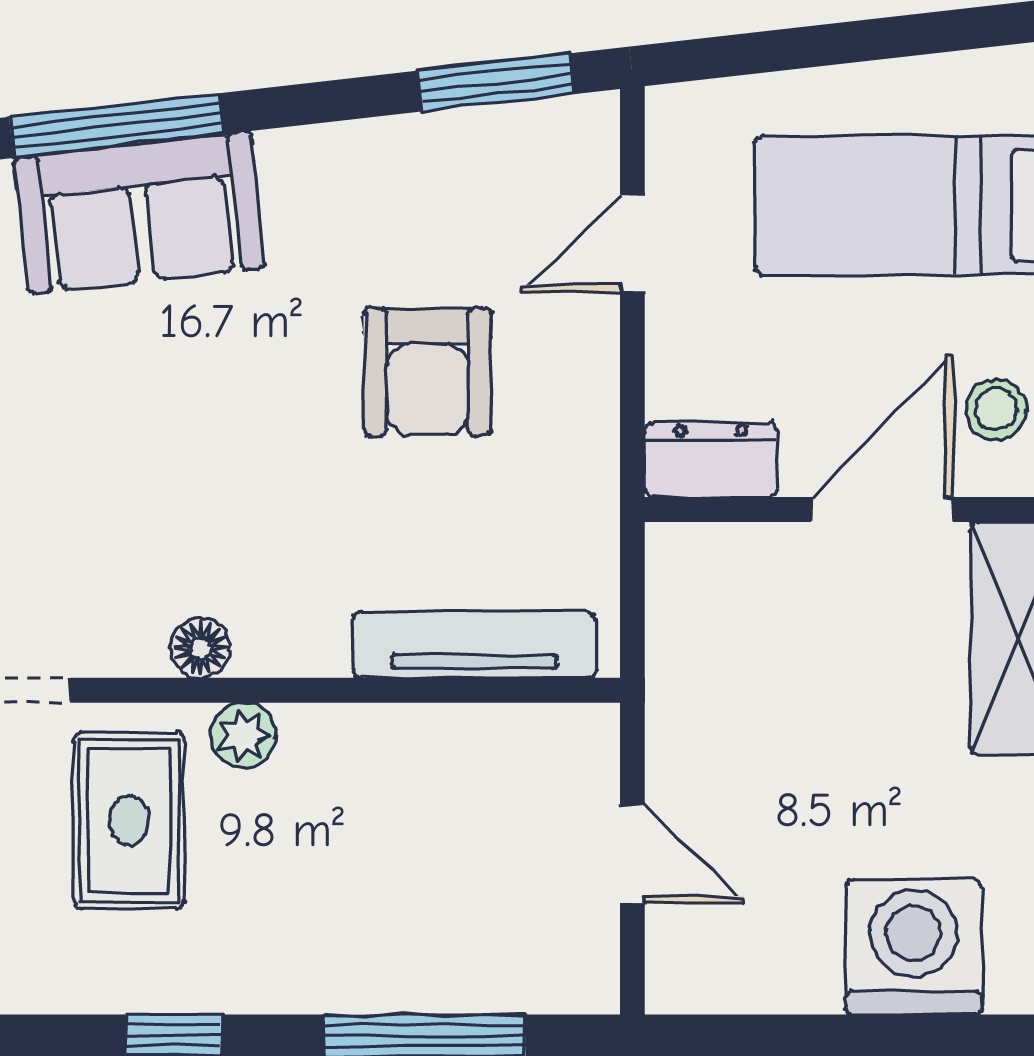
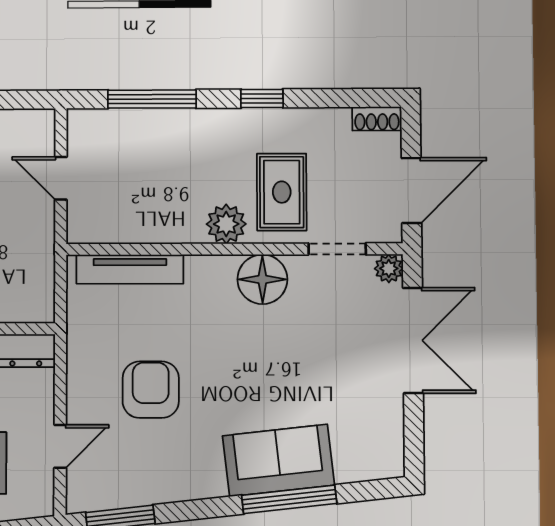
floor lamp: (200, 648) -> (262, 279), width x1.89, depth x1.89
plant: (243, 735) -> (226, 224), width x1.38, depth x1.38

